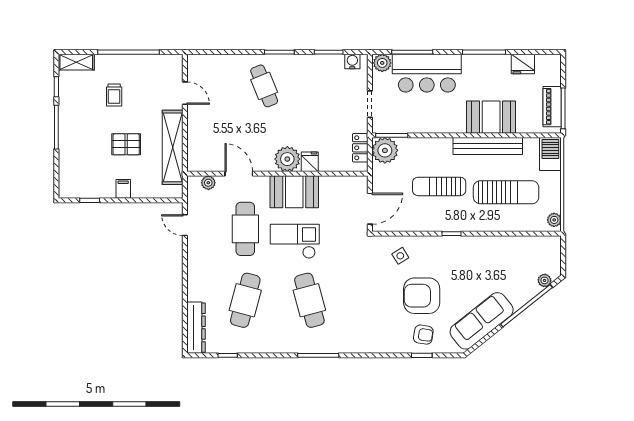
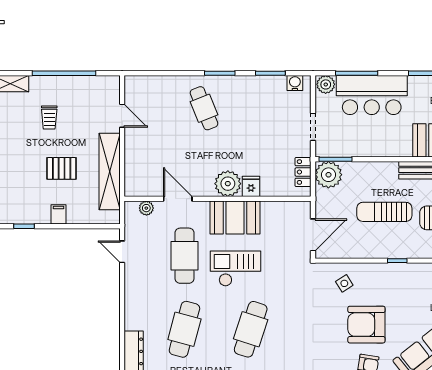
cafe table: (309, 300) -> (251, 329), turned 33

